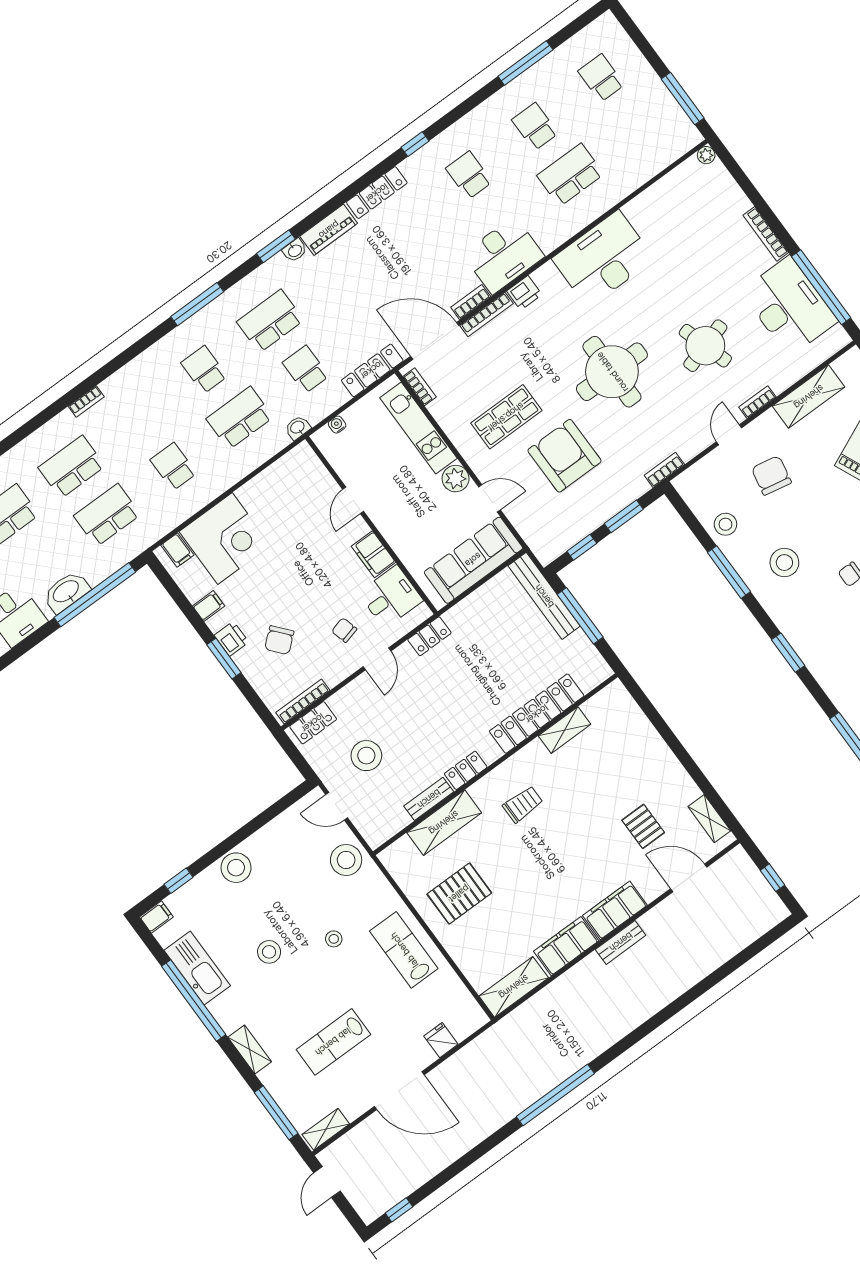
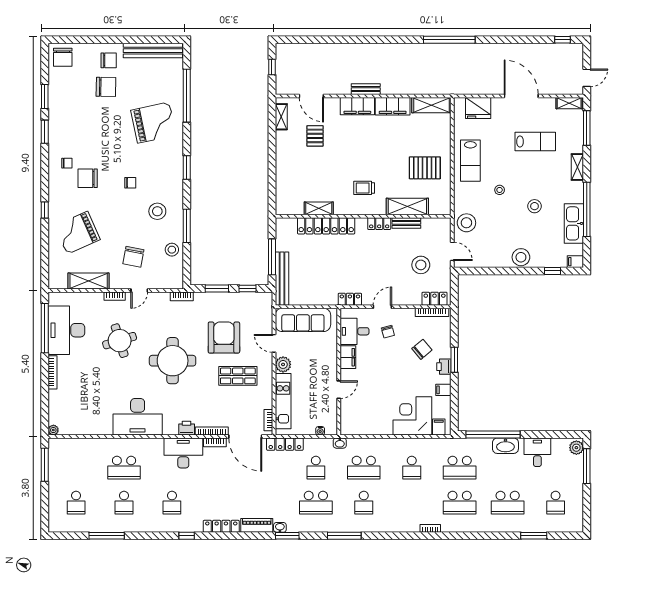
armchair: (564, 456) -> (224, 338), turned 180
fridge: (441, 1040) -> (478, 108), width x1.88, depth x1.34

